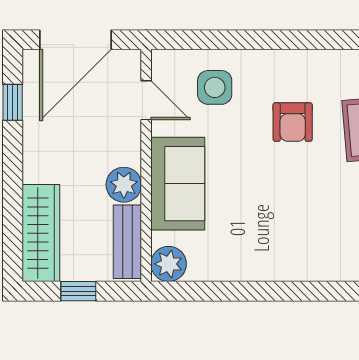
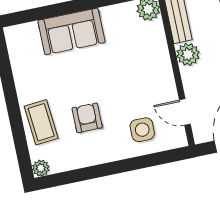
sofa: (178, 184) -> (71, 31), moved, turned -90

